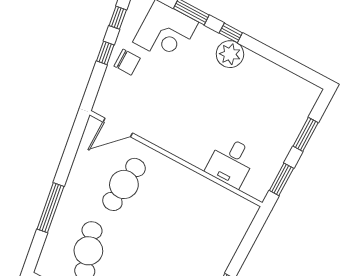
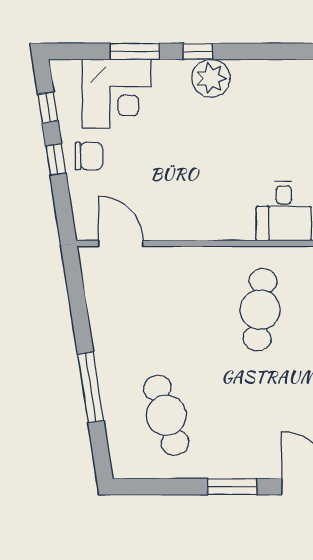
door: (118, 128) -> (121, 243), swing flipped
cafe table: (124, 184) -> (260, 310), moved

